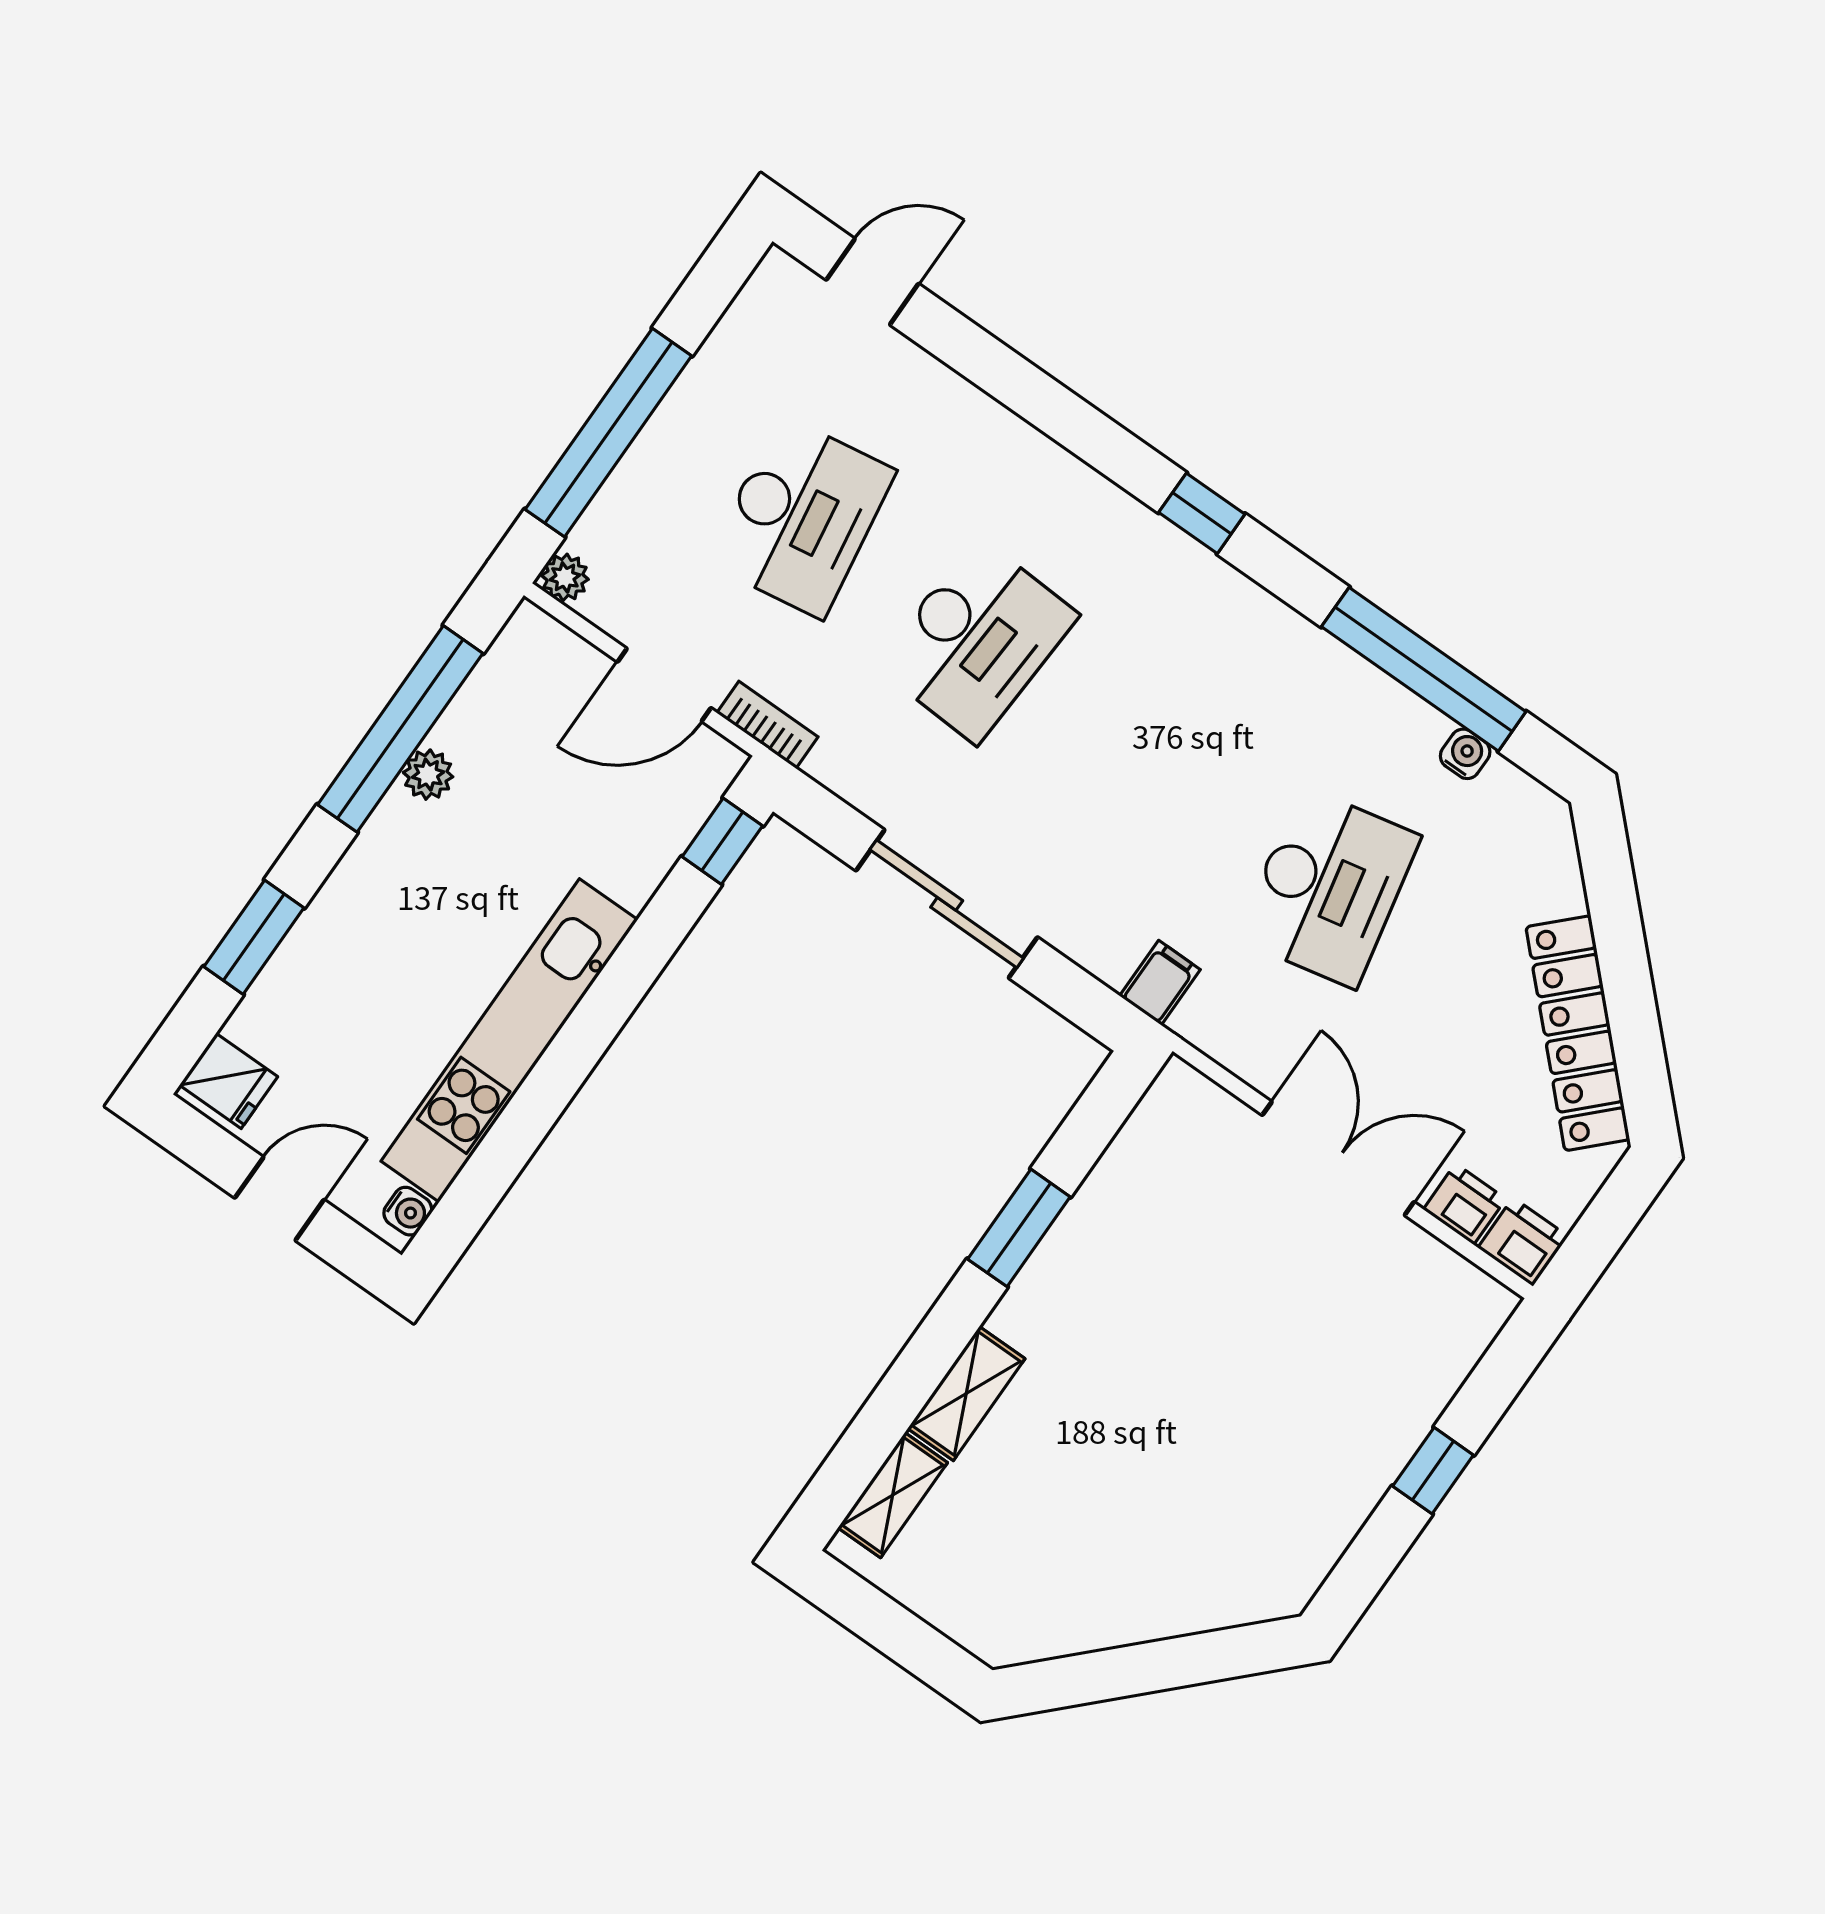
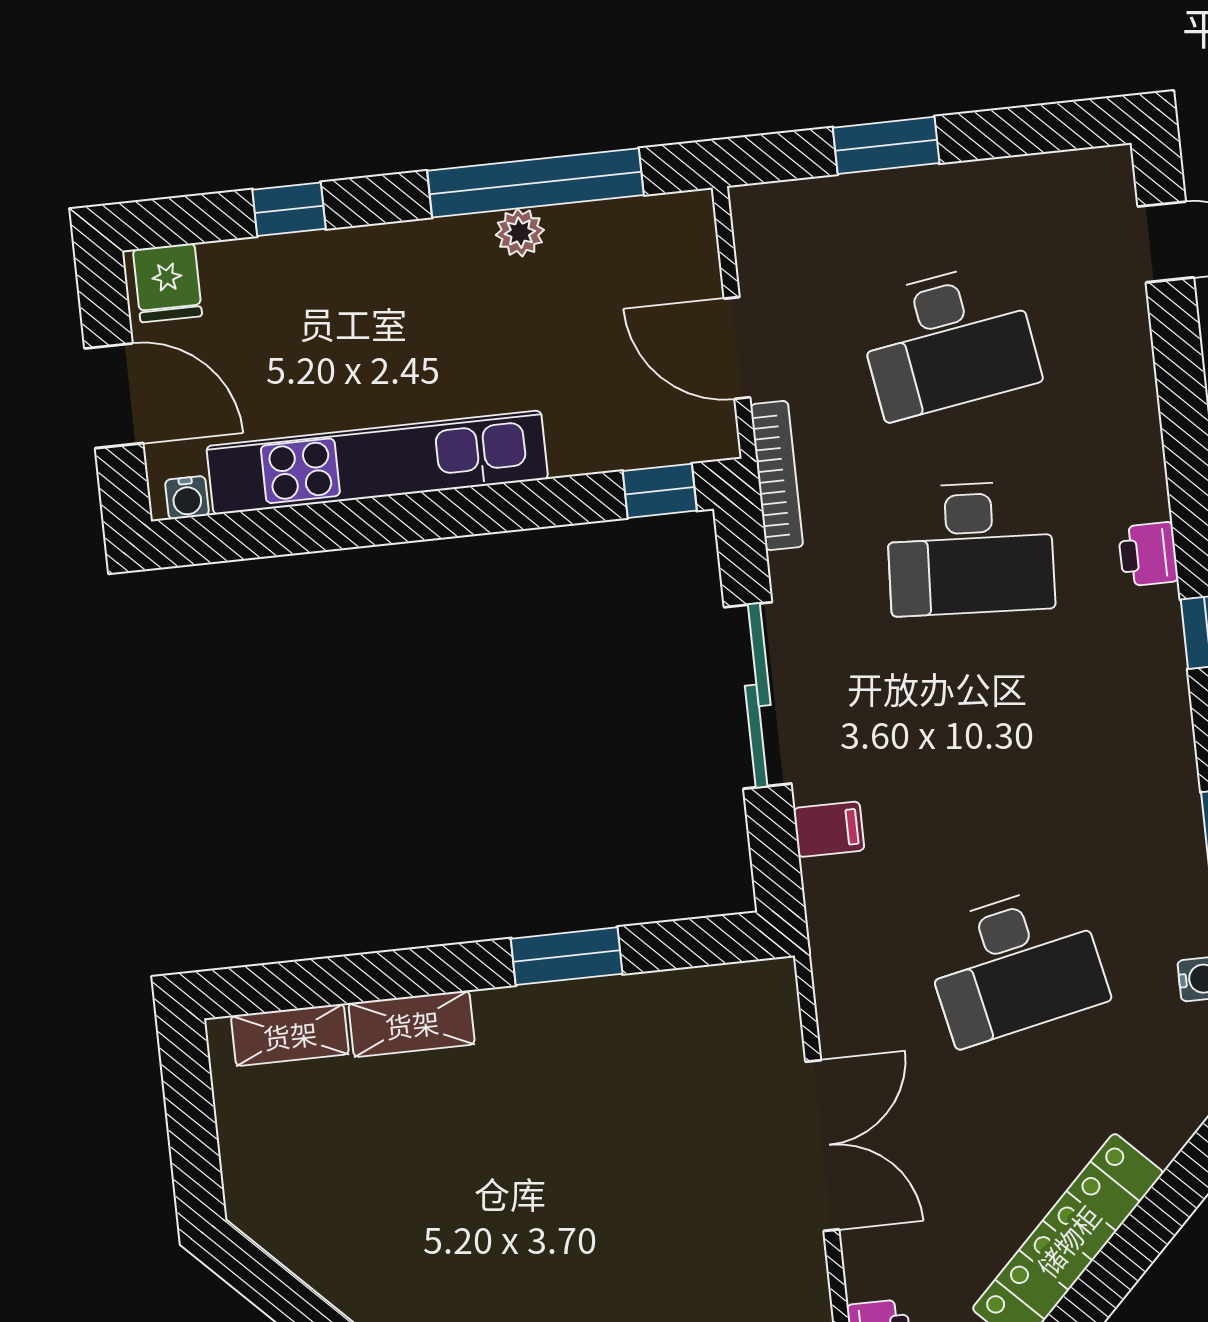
window: (608, 433) -> (886, 145), width x0.47
plant: (565, 577) -> (752, 206), removed
bookcase: (767, 725) -> (777, 476), width x1.56
window: (254, 937) -> (289, 209), width x0.67
filing cabinet: (1160, 983) -> (829, 829), moved
door: (279, 1199) -> (114, 396), width x1.38
printer: (1465, 1204) -> (1148, 554), moved, turned 180

